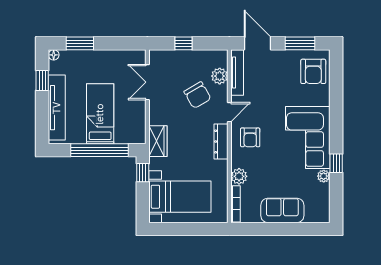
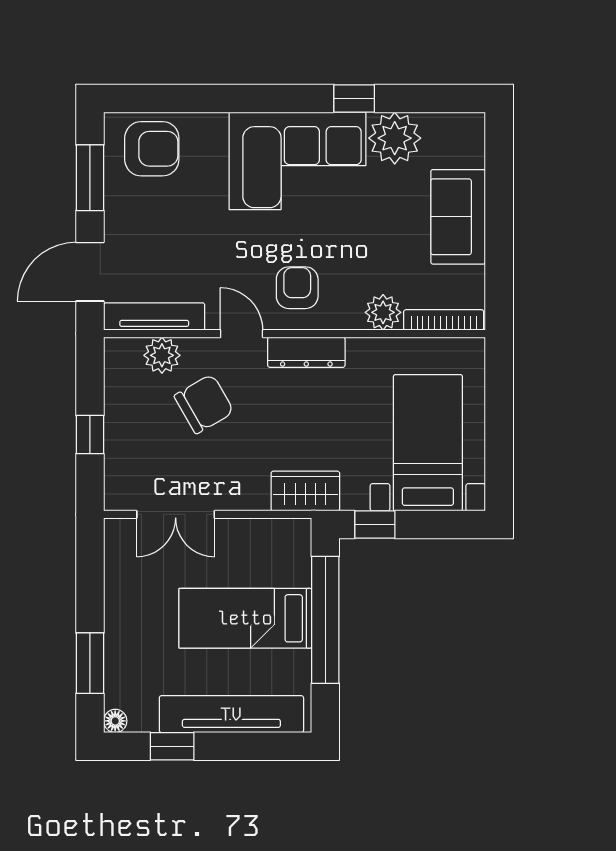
armchair: (250, 137) -> (297, 288), turned -90
plant: (324, 176) -> (395, 138), width x1.87, depth x1.87

